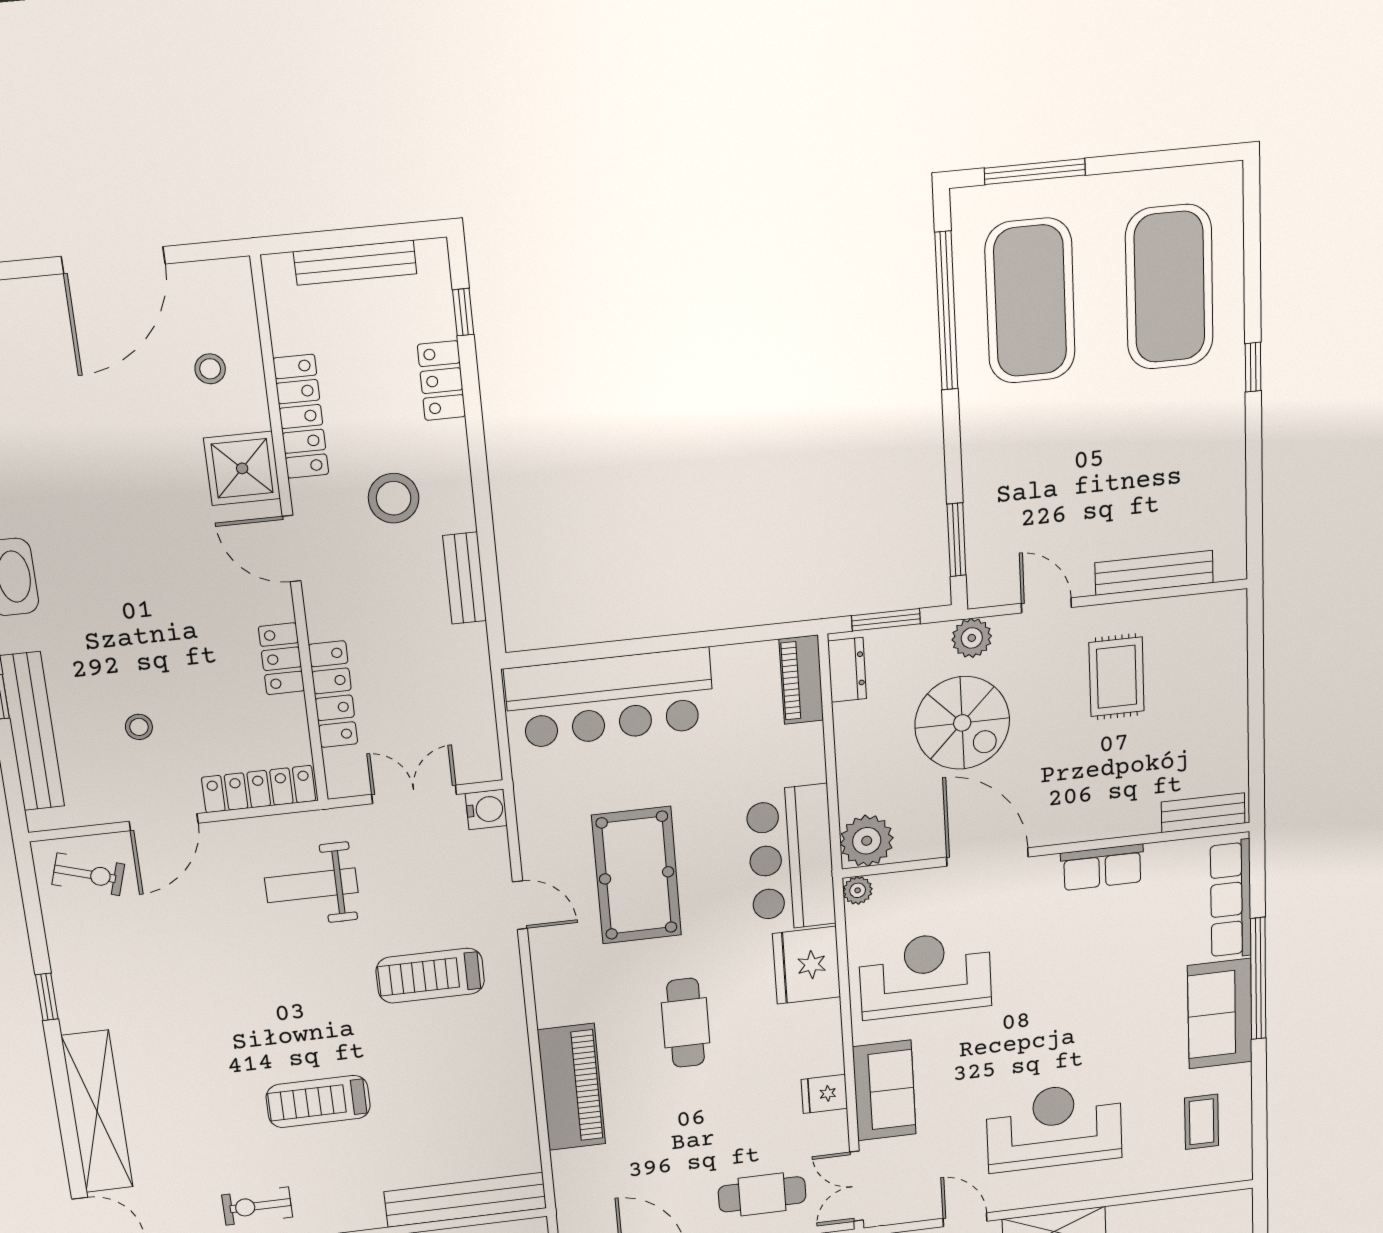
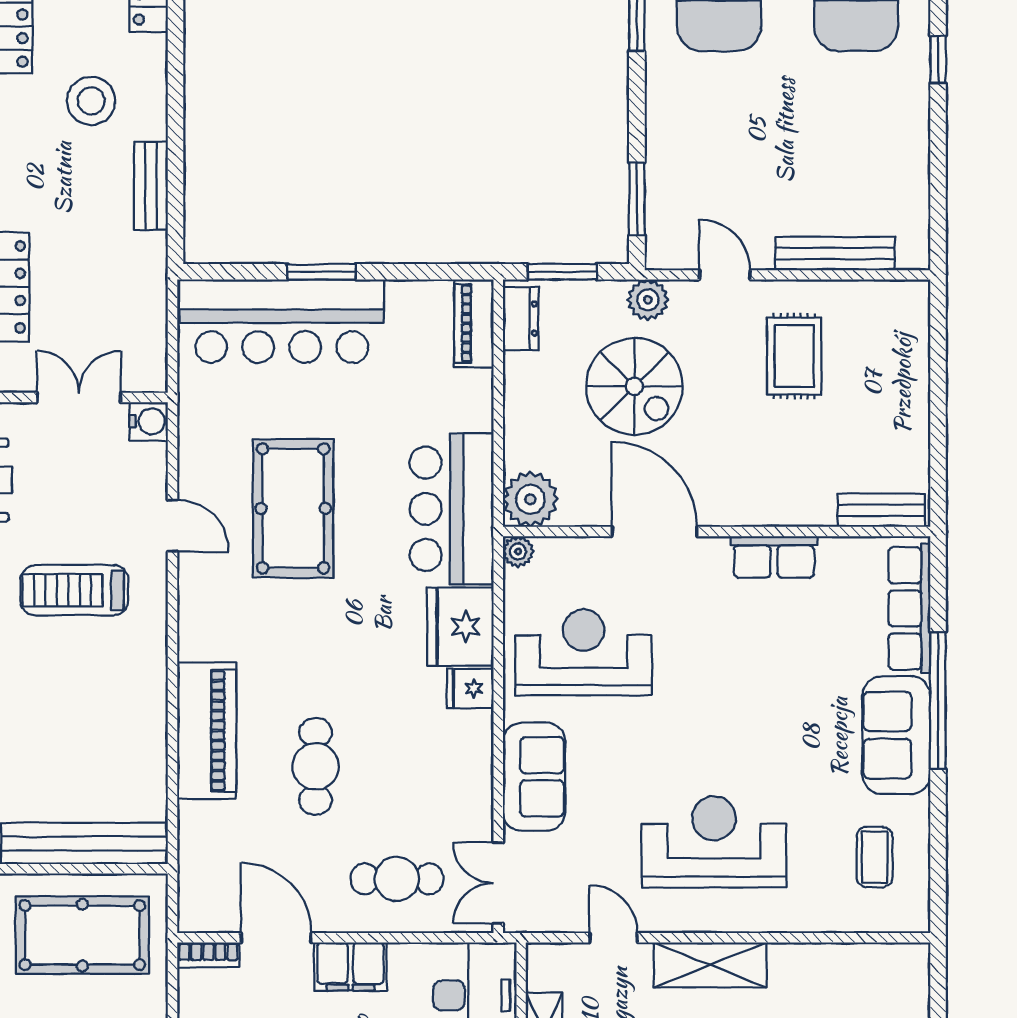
window: (646, 646) -> (322, 272), added
cafe table: (686, 1023) -> (316, 766), moved
fridge: (824, 1094) -> (470, 688), moved

